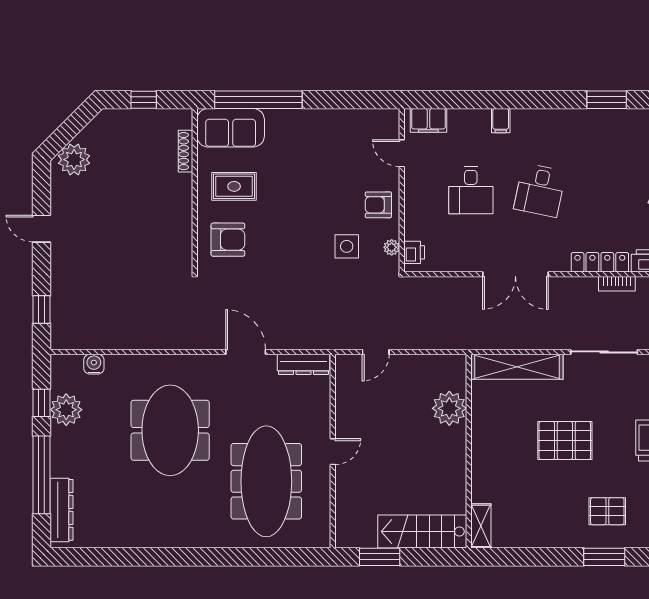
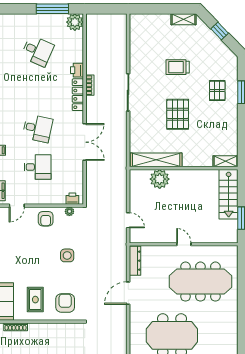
side table: (347, 246) -> (67, 255), moved
shelving: (517, 367) -> (156, 160), moved, turned 90

